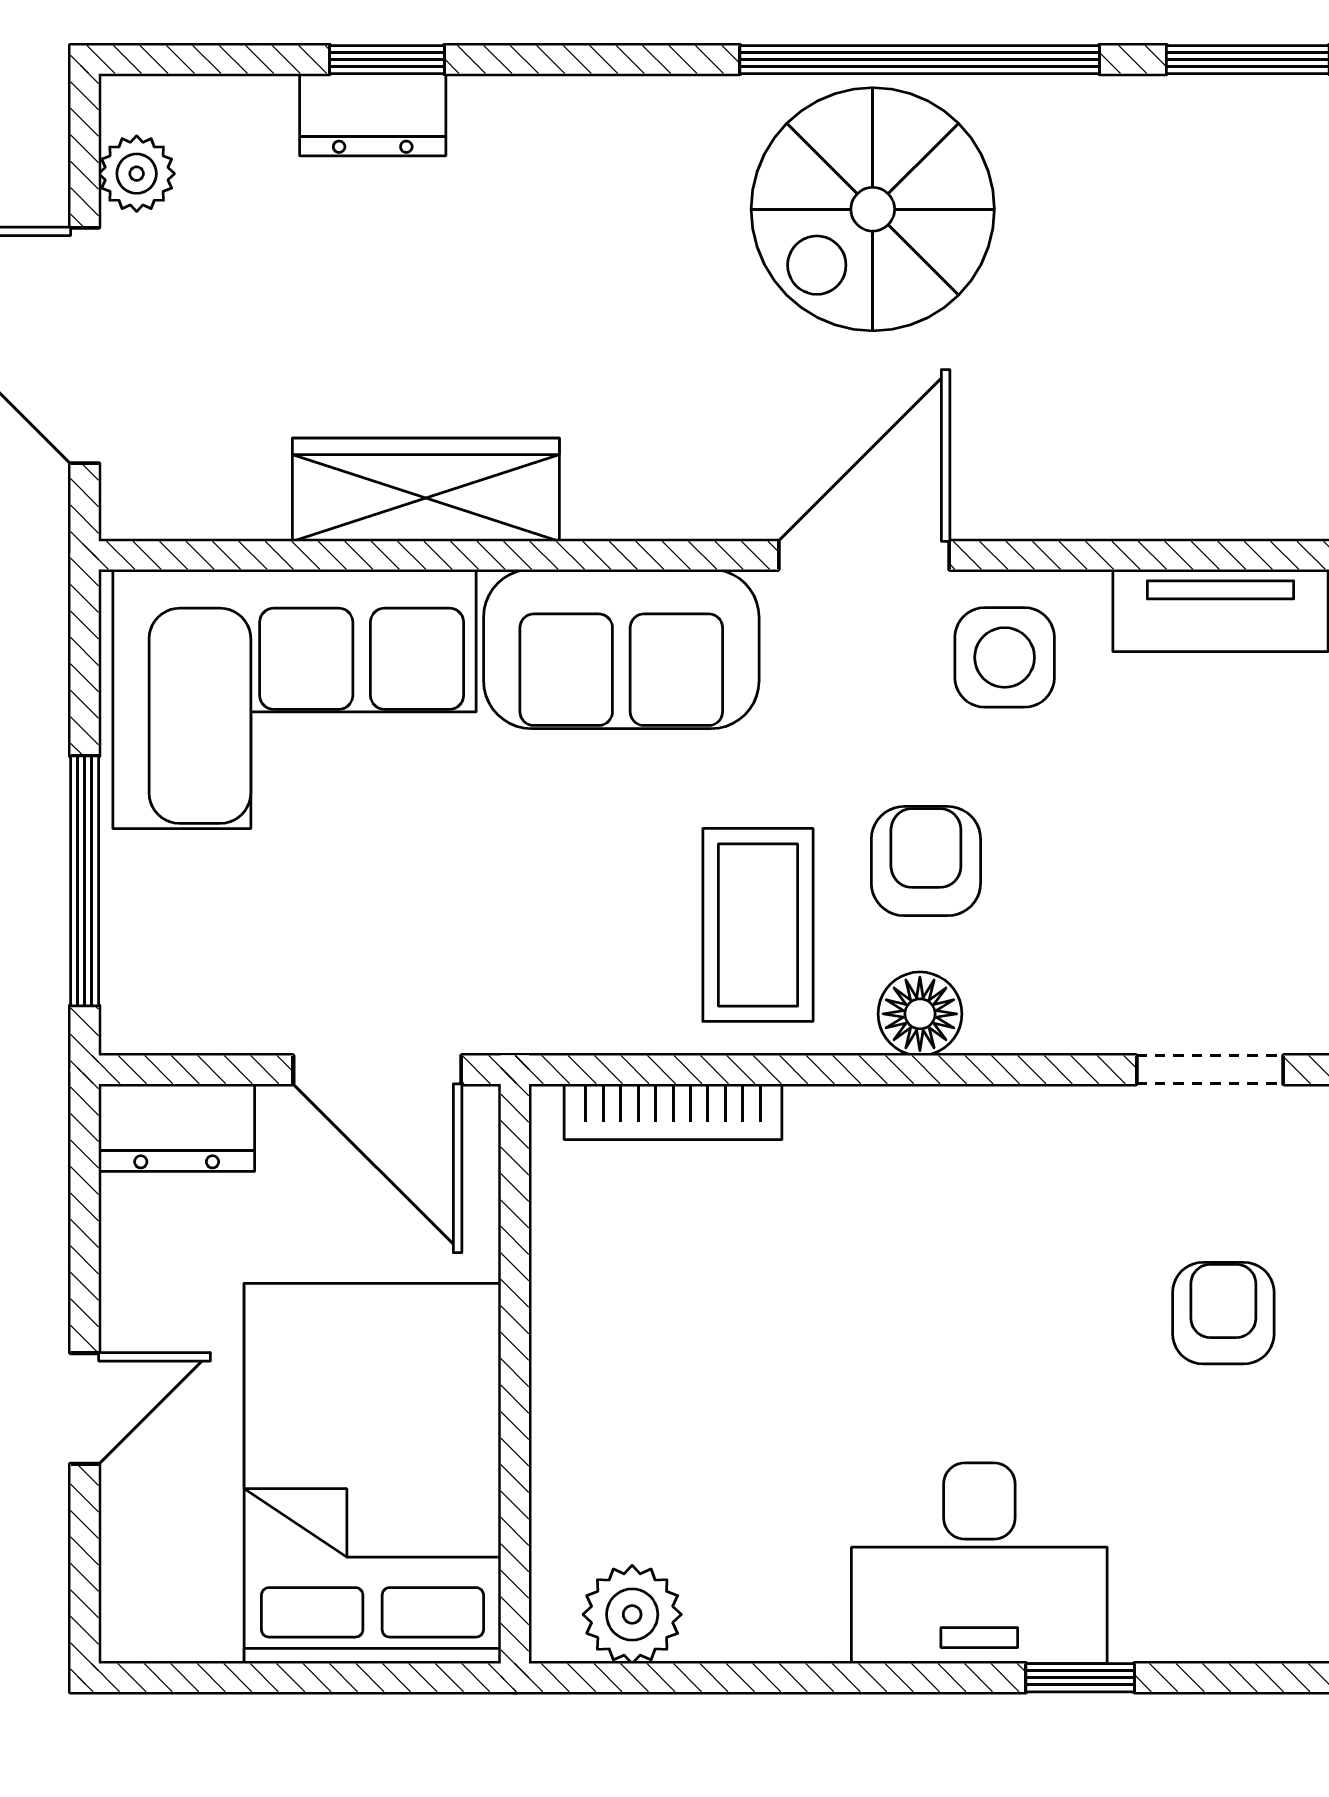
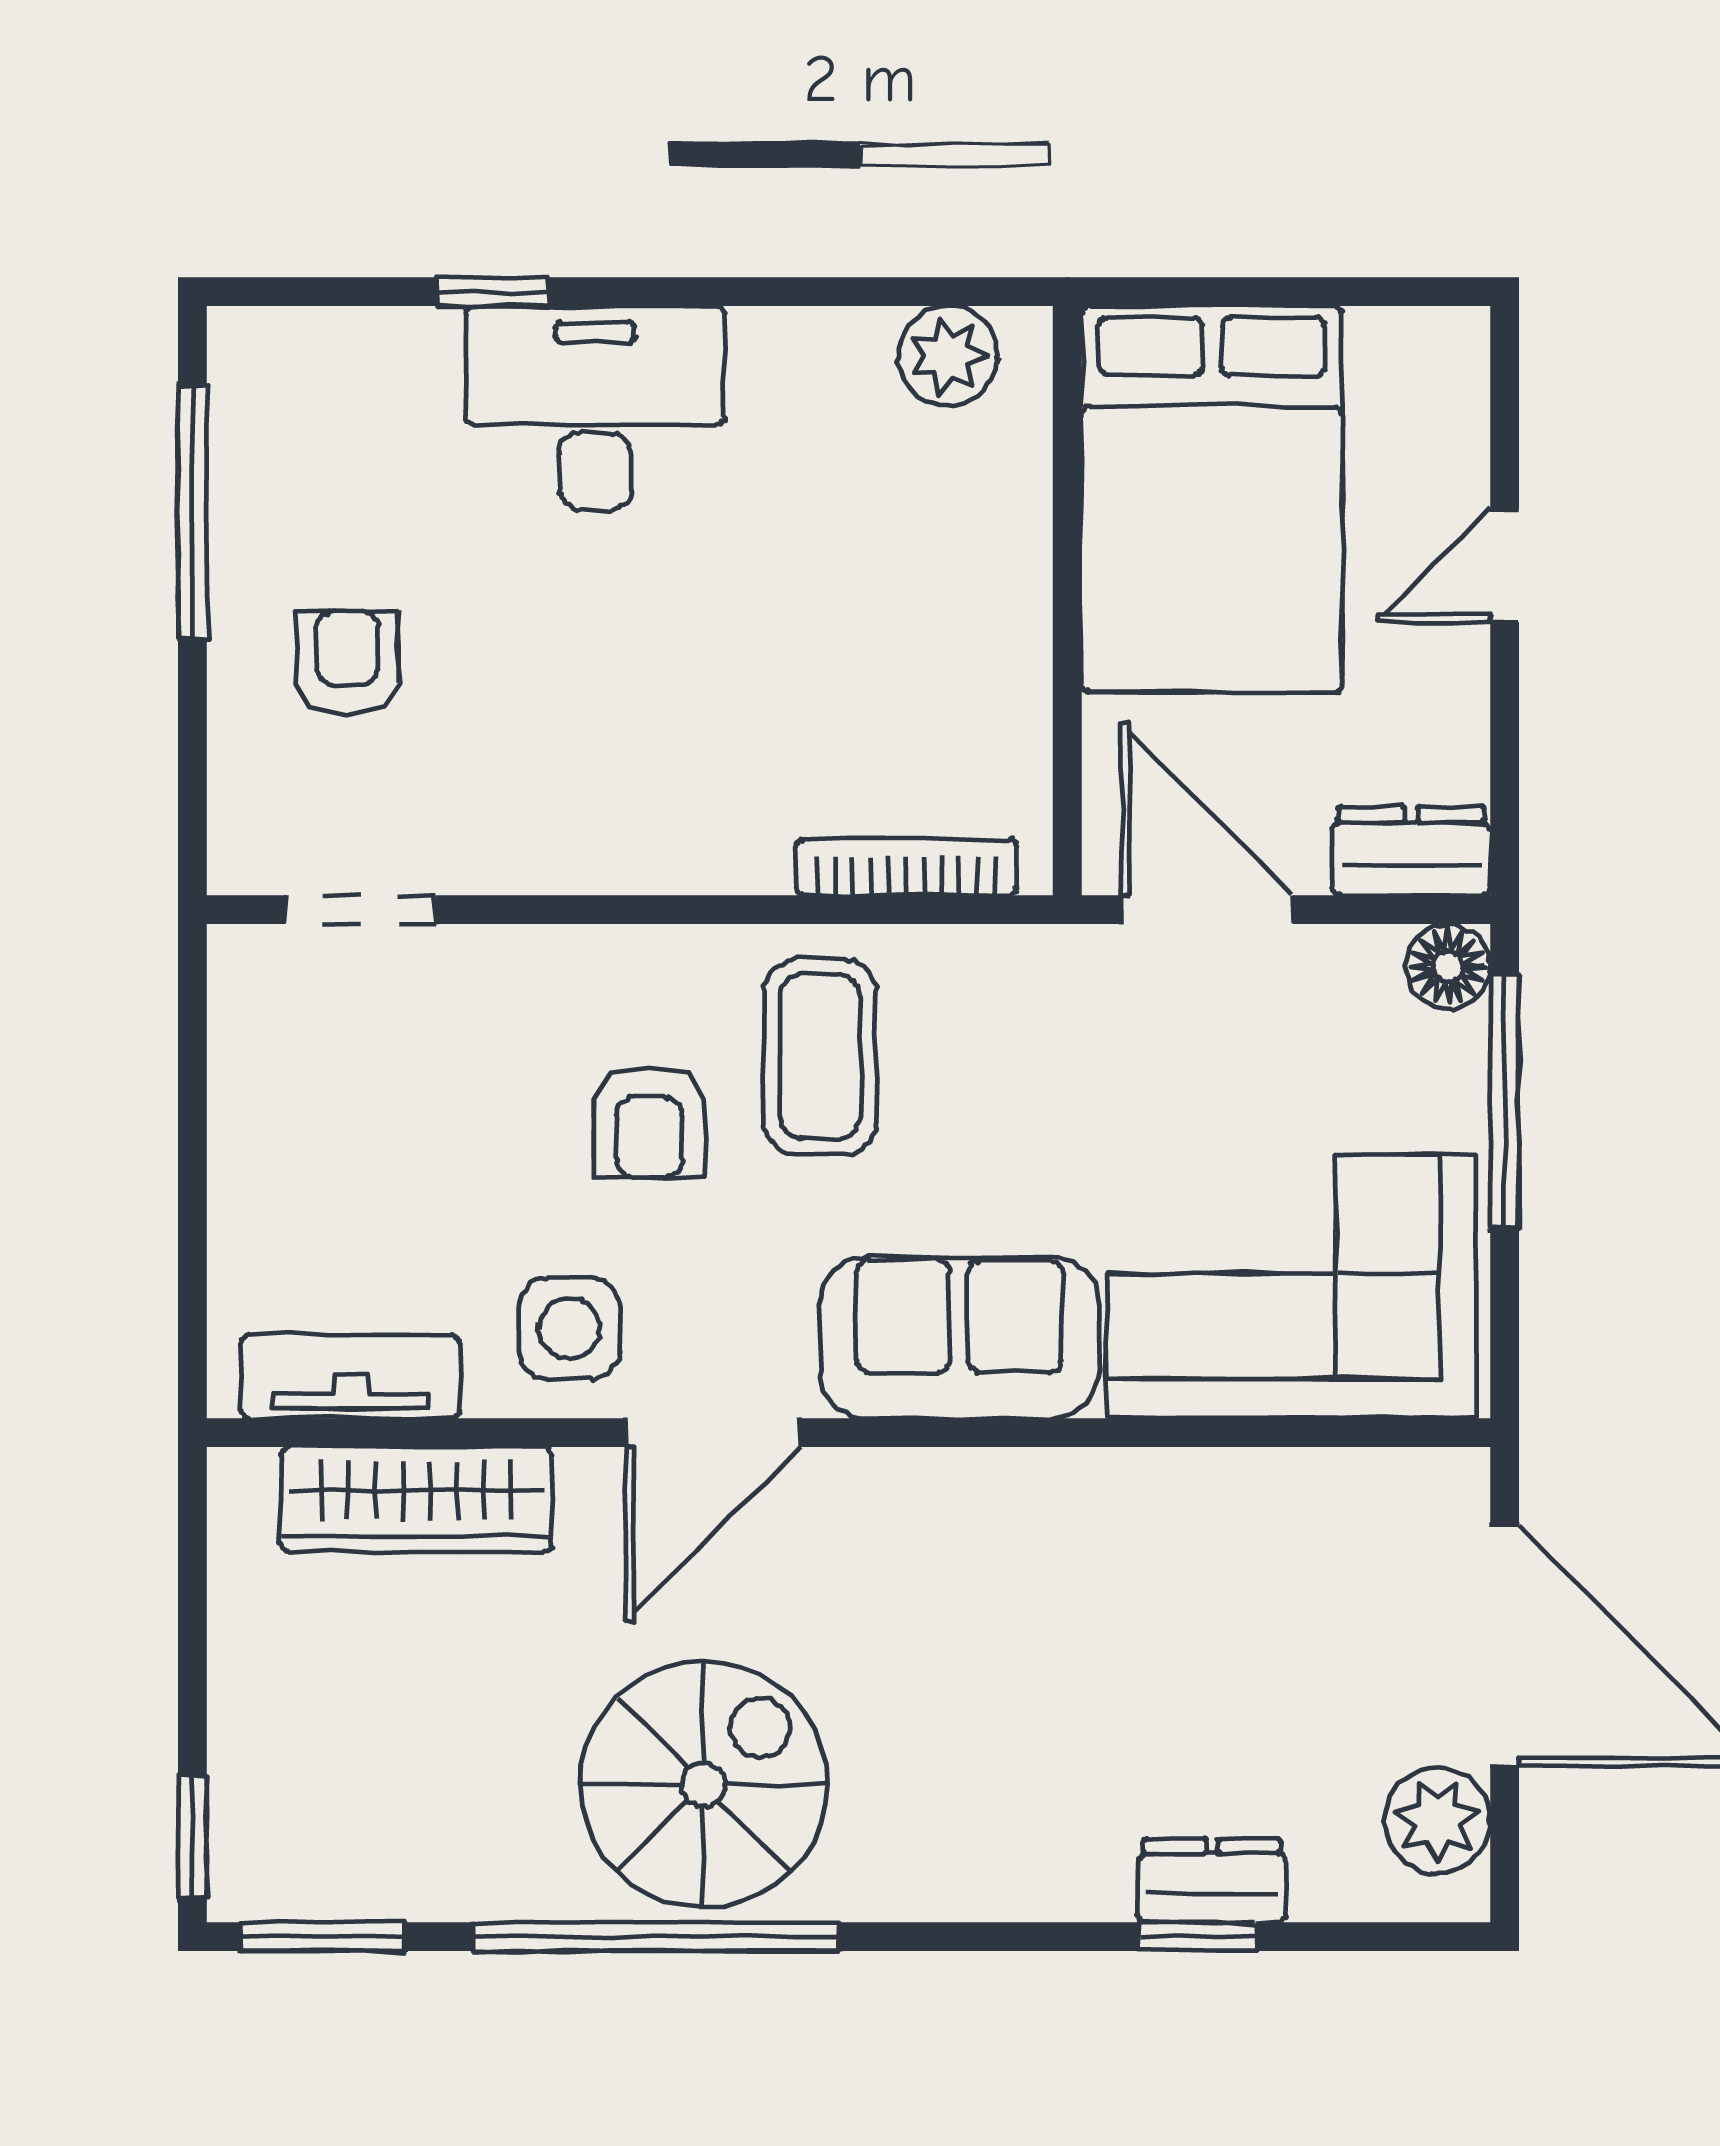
plant: (137, 174) -> (1437, 1821), width x1.38, depth x1.38
wardrobe: (426, 490) -> (416, 1499), moved
floor lamp: (920, 1014) -> (1448, 966), moved
armchair: (1223, 1313) -> (347, 662), turned 180

